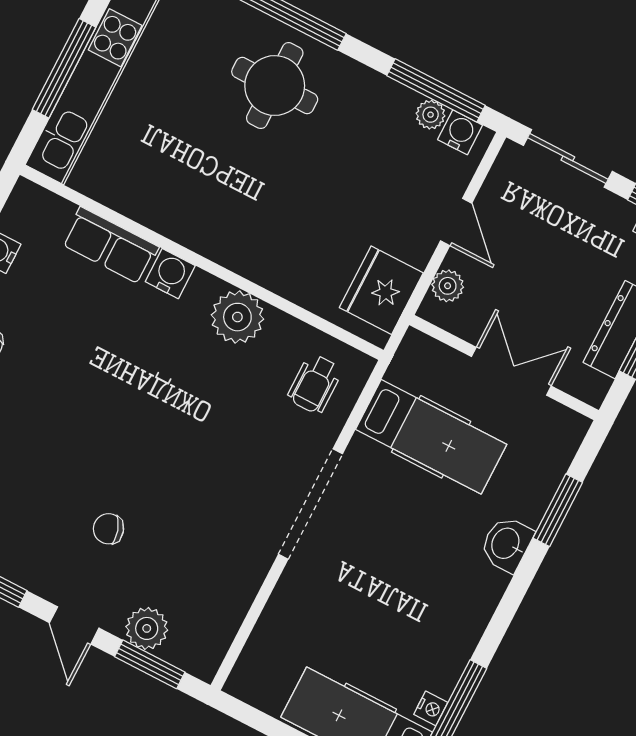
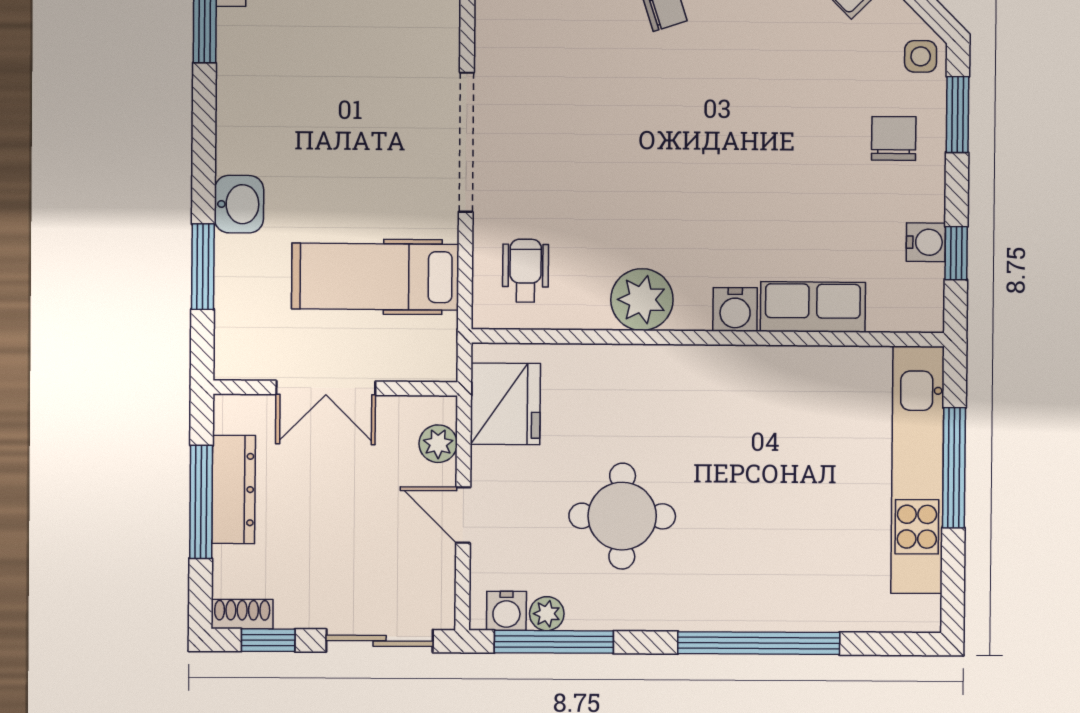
round table: (275, 86) -> (622, 516), moved

